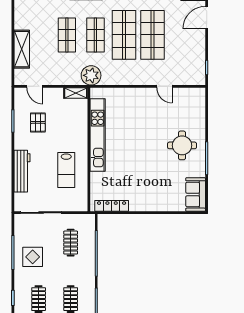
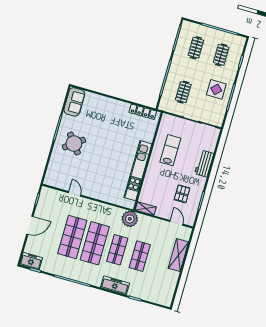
door: (207, 18) -> (30, 225), moved
round table: (182, 145) -> (74, 144), turned -37
workbench: (22, 171) -> (204, 164), width x0.73

